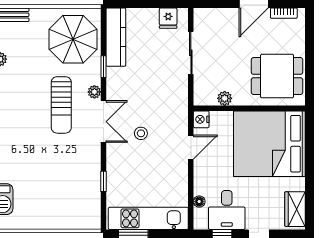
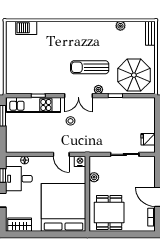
kitchen counter: (116, 37) -> (135, 104), removed
kitchen unit: (148, 218) -> (34, 105), moved, turned 90

